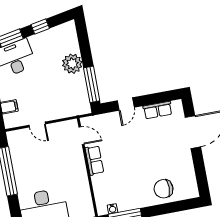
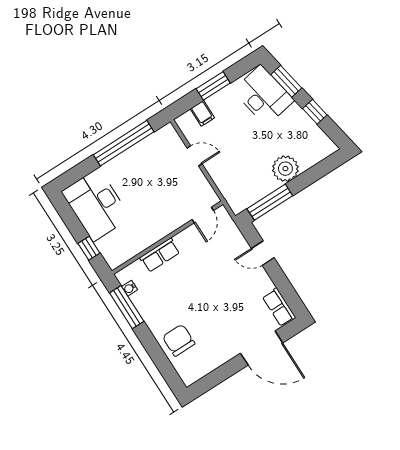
row of seats: (158, 110) -> (279, 307), moved
door: (37, 125) -> (195, 156), swing flipped
row of seats: (94, 160) -> (160, 255), moved

